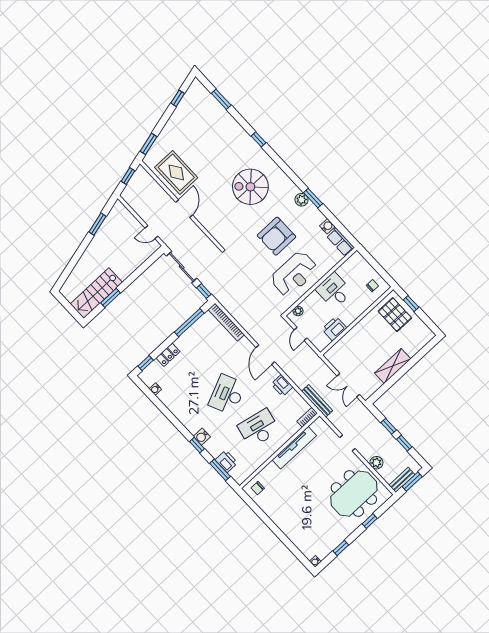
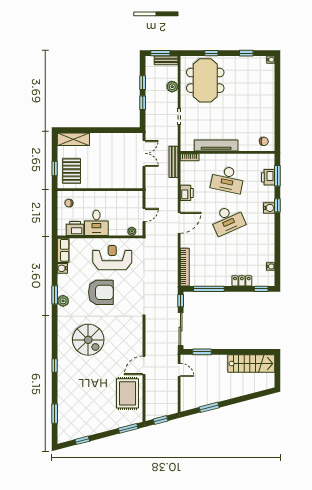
window: (111, 298) -> (202, 352), moved
printer: (334, 329) -> (75, 228), moved, turned 180
shelving: (393, 366) -> (73, 139), moved
meeting table: (354, 494) -> (205, 80), turned 90

